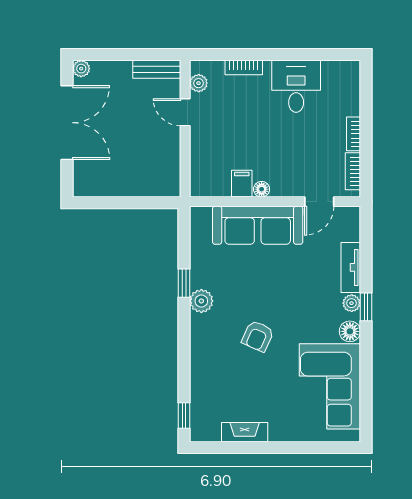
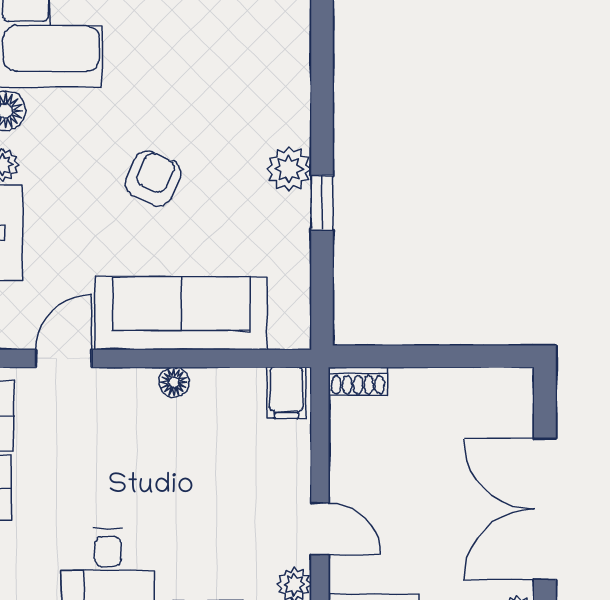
filing cabinet: (242, 184) -> (286, 393), moved
shoe rack: (165, 190) -> (358, 381), added
armchair: (258, 336) -> (153, 178), moved

